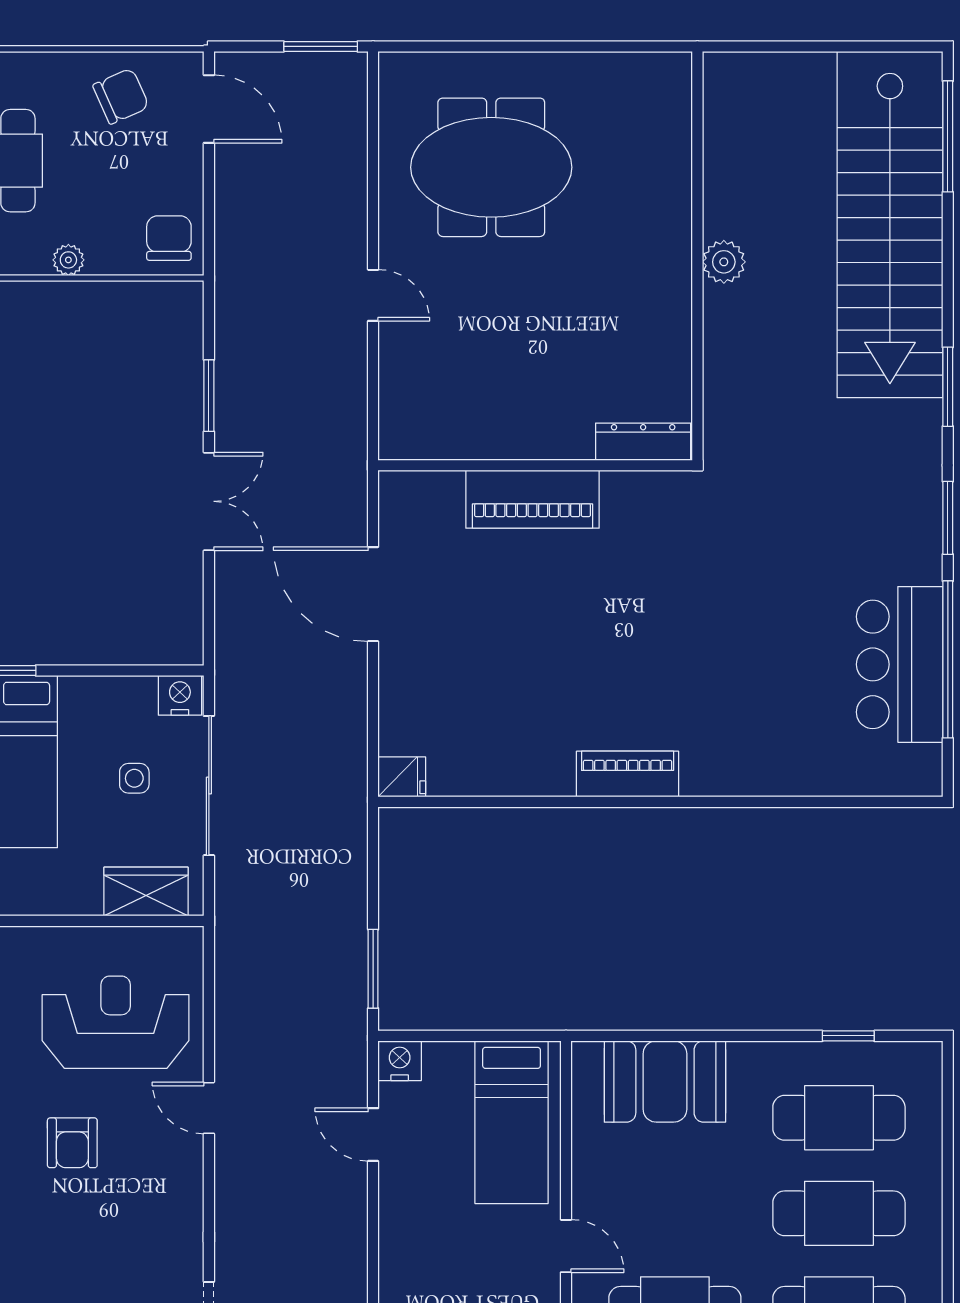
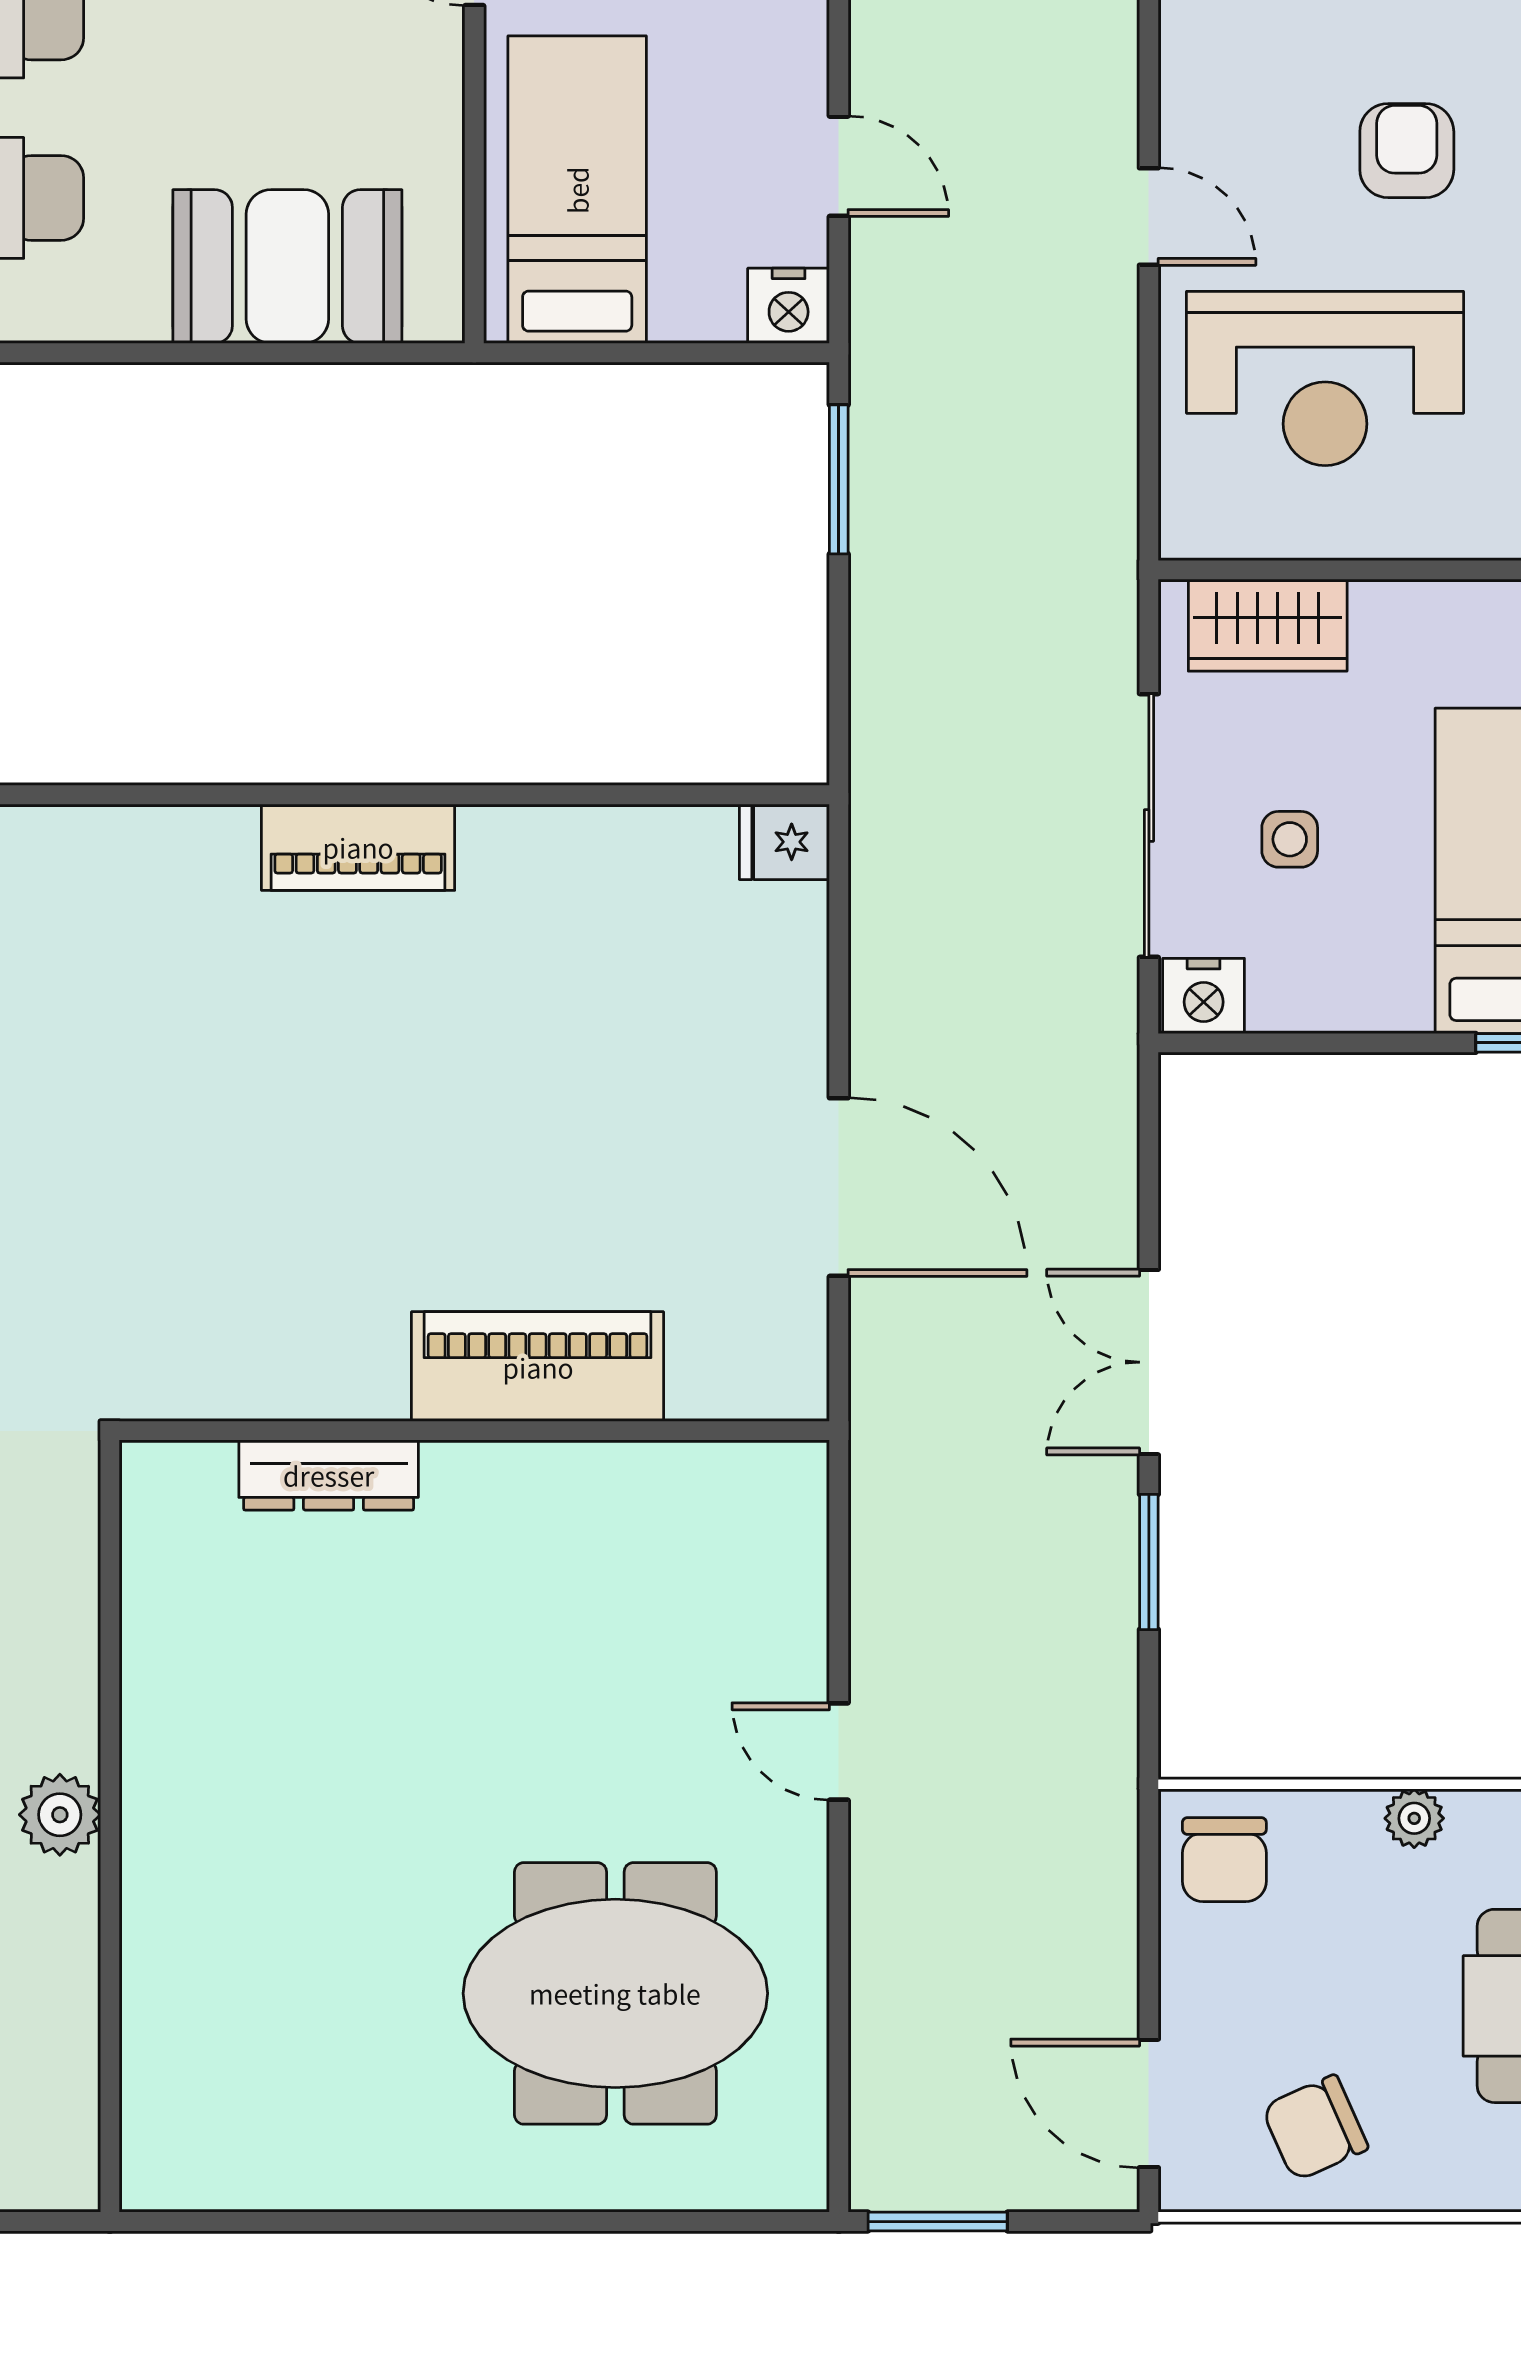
wall: (697, 256) -> (110, 1826), moved
plant: (724, 262) -> (60, 1815), moved

